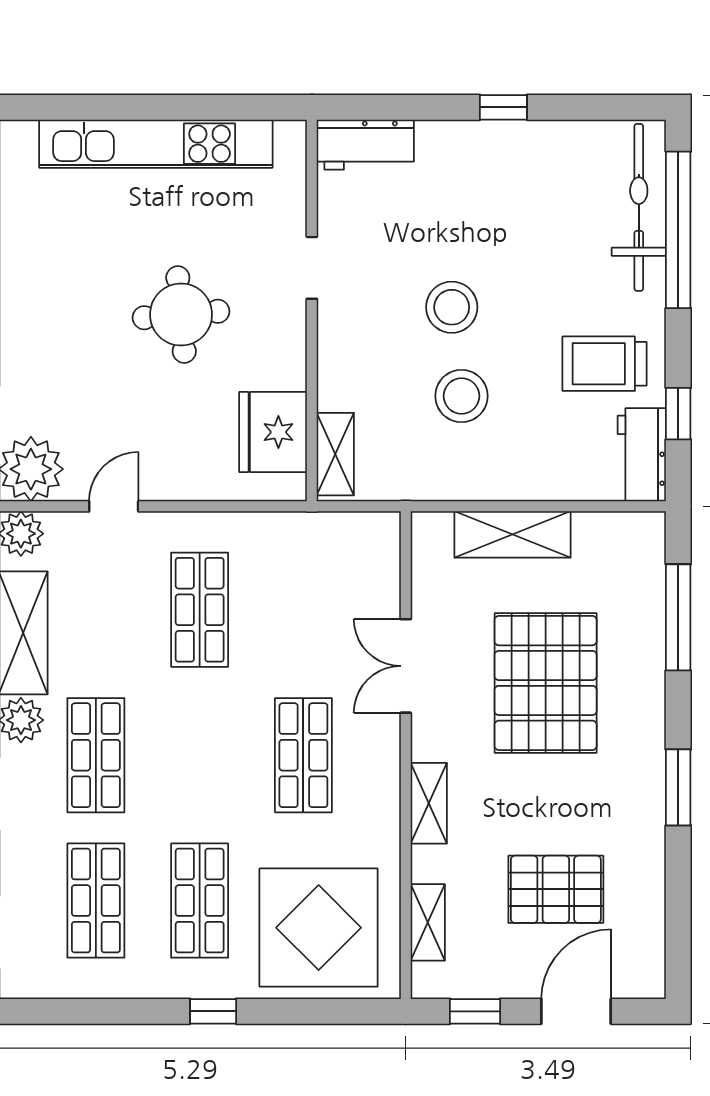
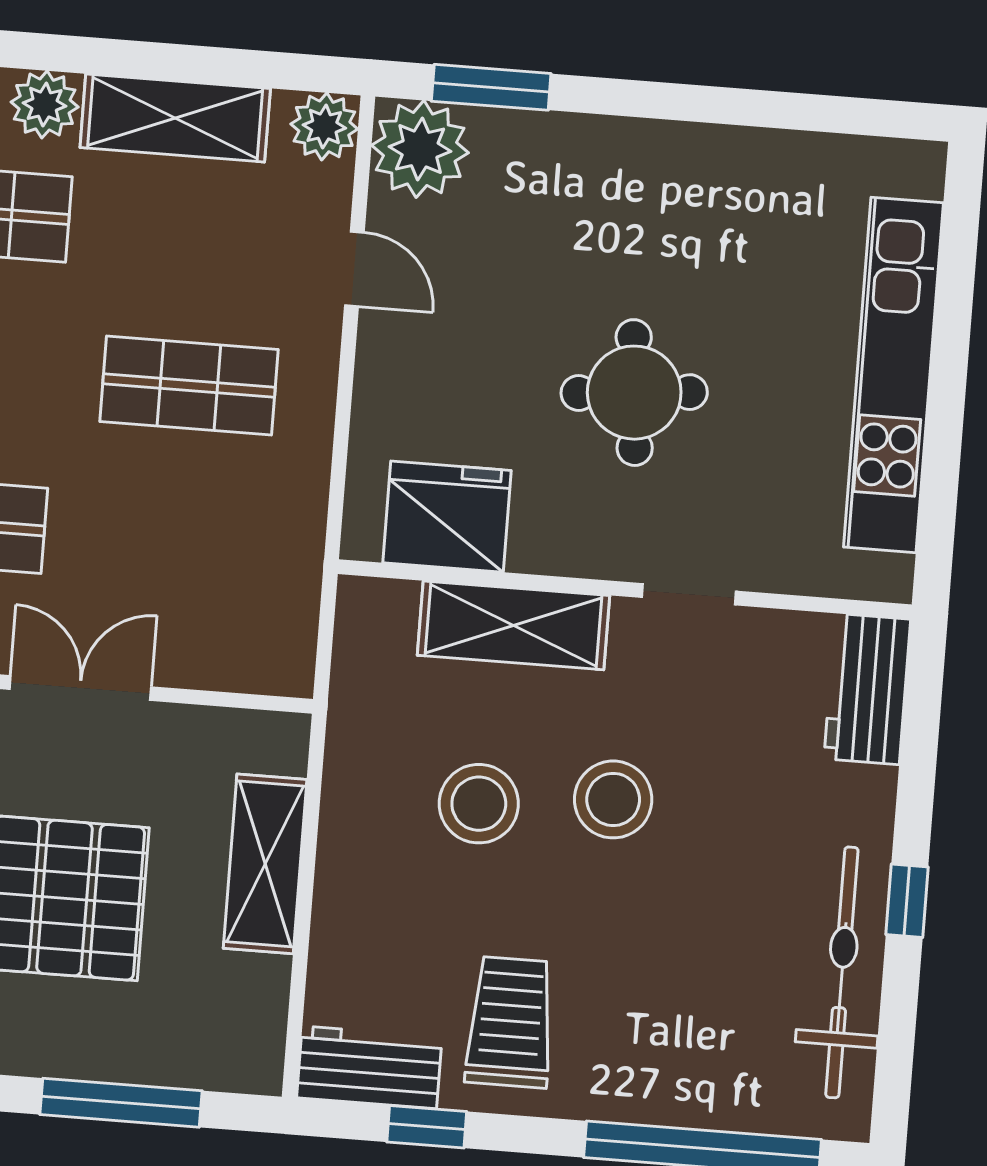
bicycle: (639, 207) -> (842, 972), moved, turned -90
shelving: (335, 454) -> (514, 625), moved, width x1.50, depth x1.33

